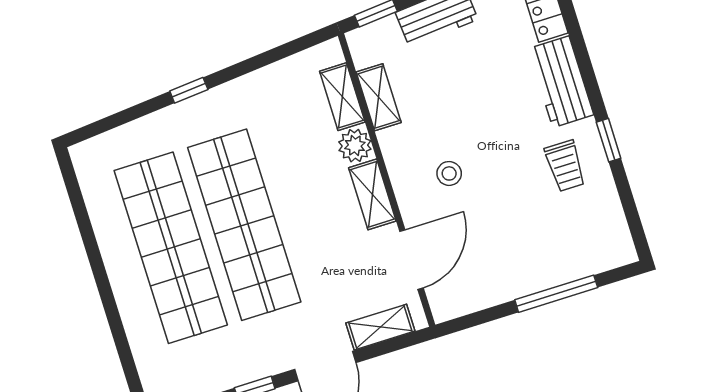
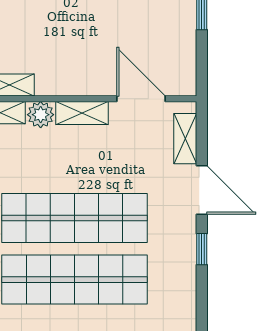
stool: (449, 173) -> (84, 49), removed

